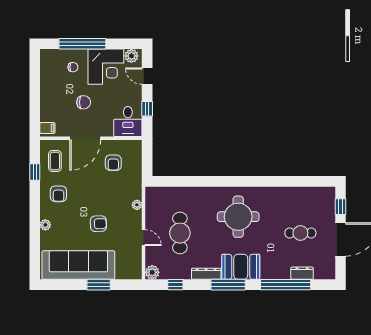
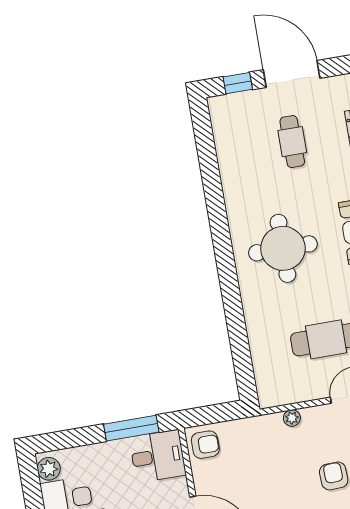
door: (147, 76) -> (78, 437), removed
window: (147, 109) -> (131, 428), width x2.17
armchair: (113, 163) -> (205, 445), moved

